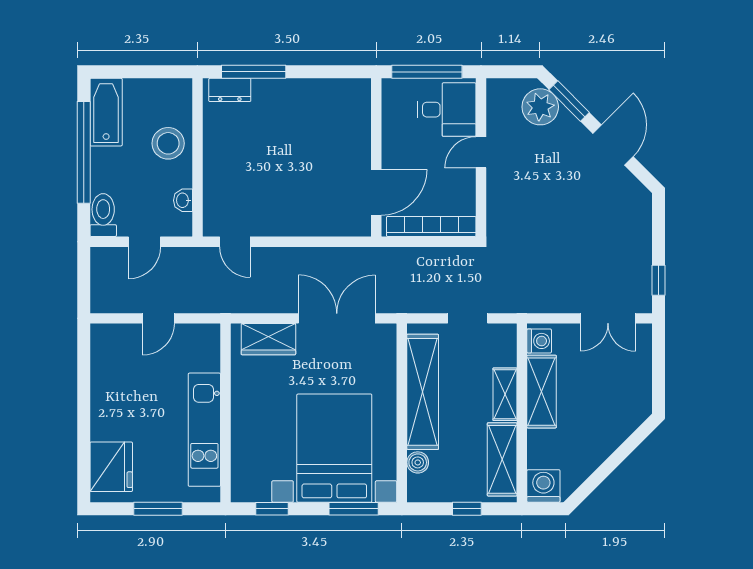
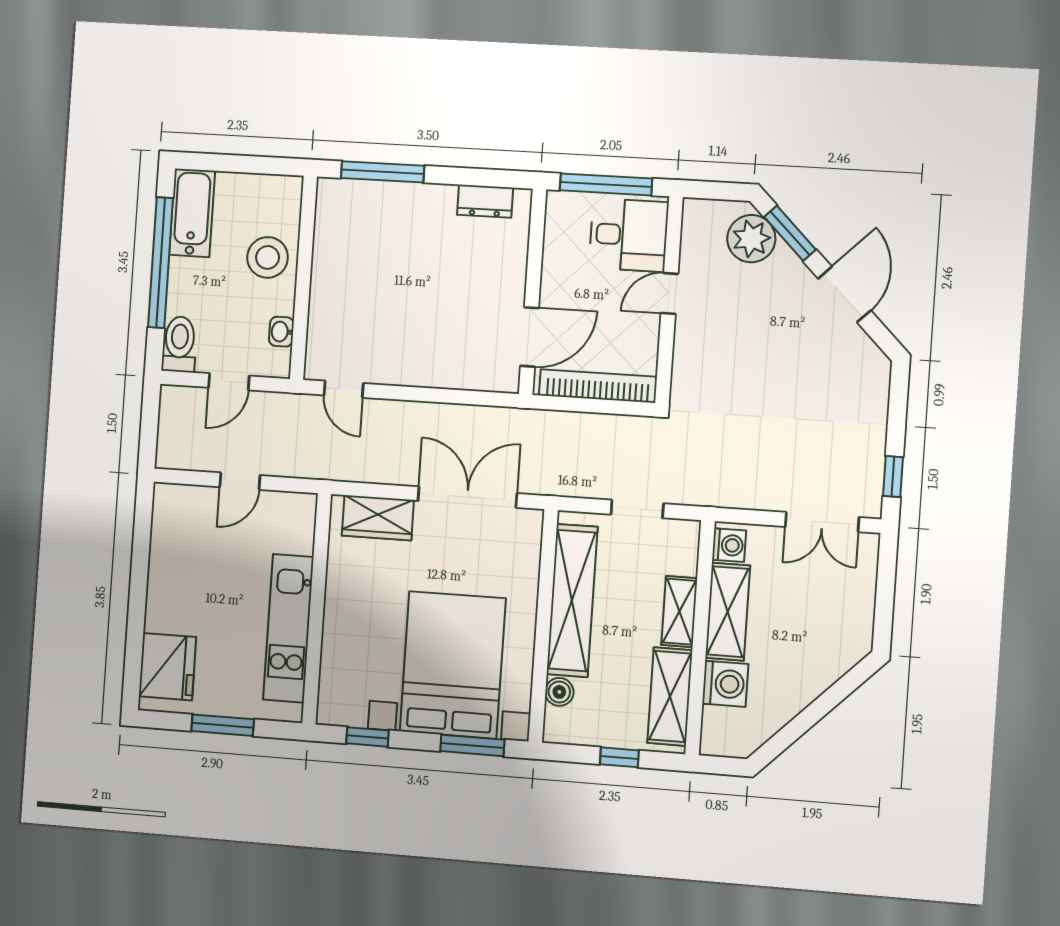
dresser: (230, 90) -> (485, 201), moved
washing machine: (543, 486) -> (725, 684), moved, turned 90

